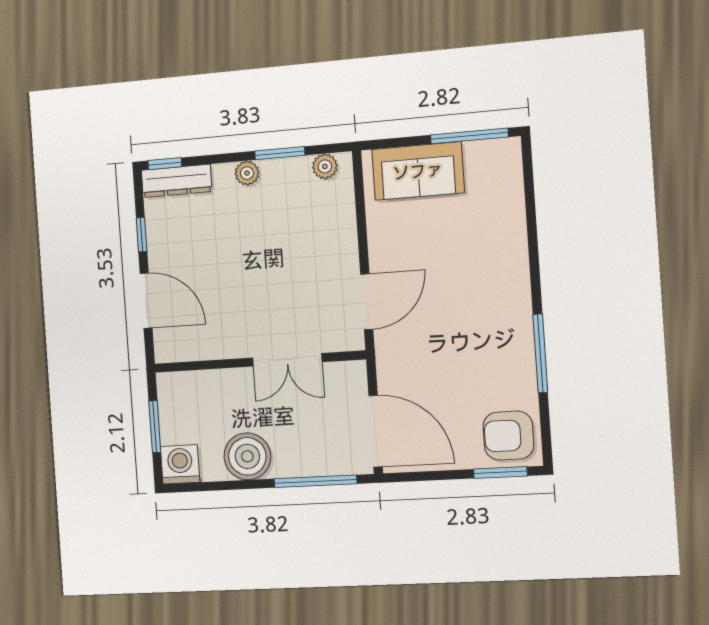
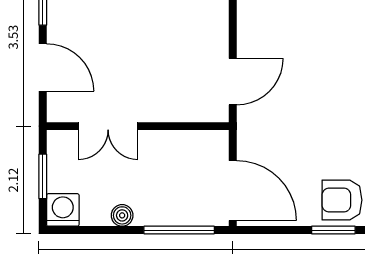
double door: (287, 360) -> (108, 126), moved
boiler: (247, 456) -> (122, 215), width x0.54, depth x0.54

